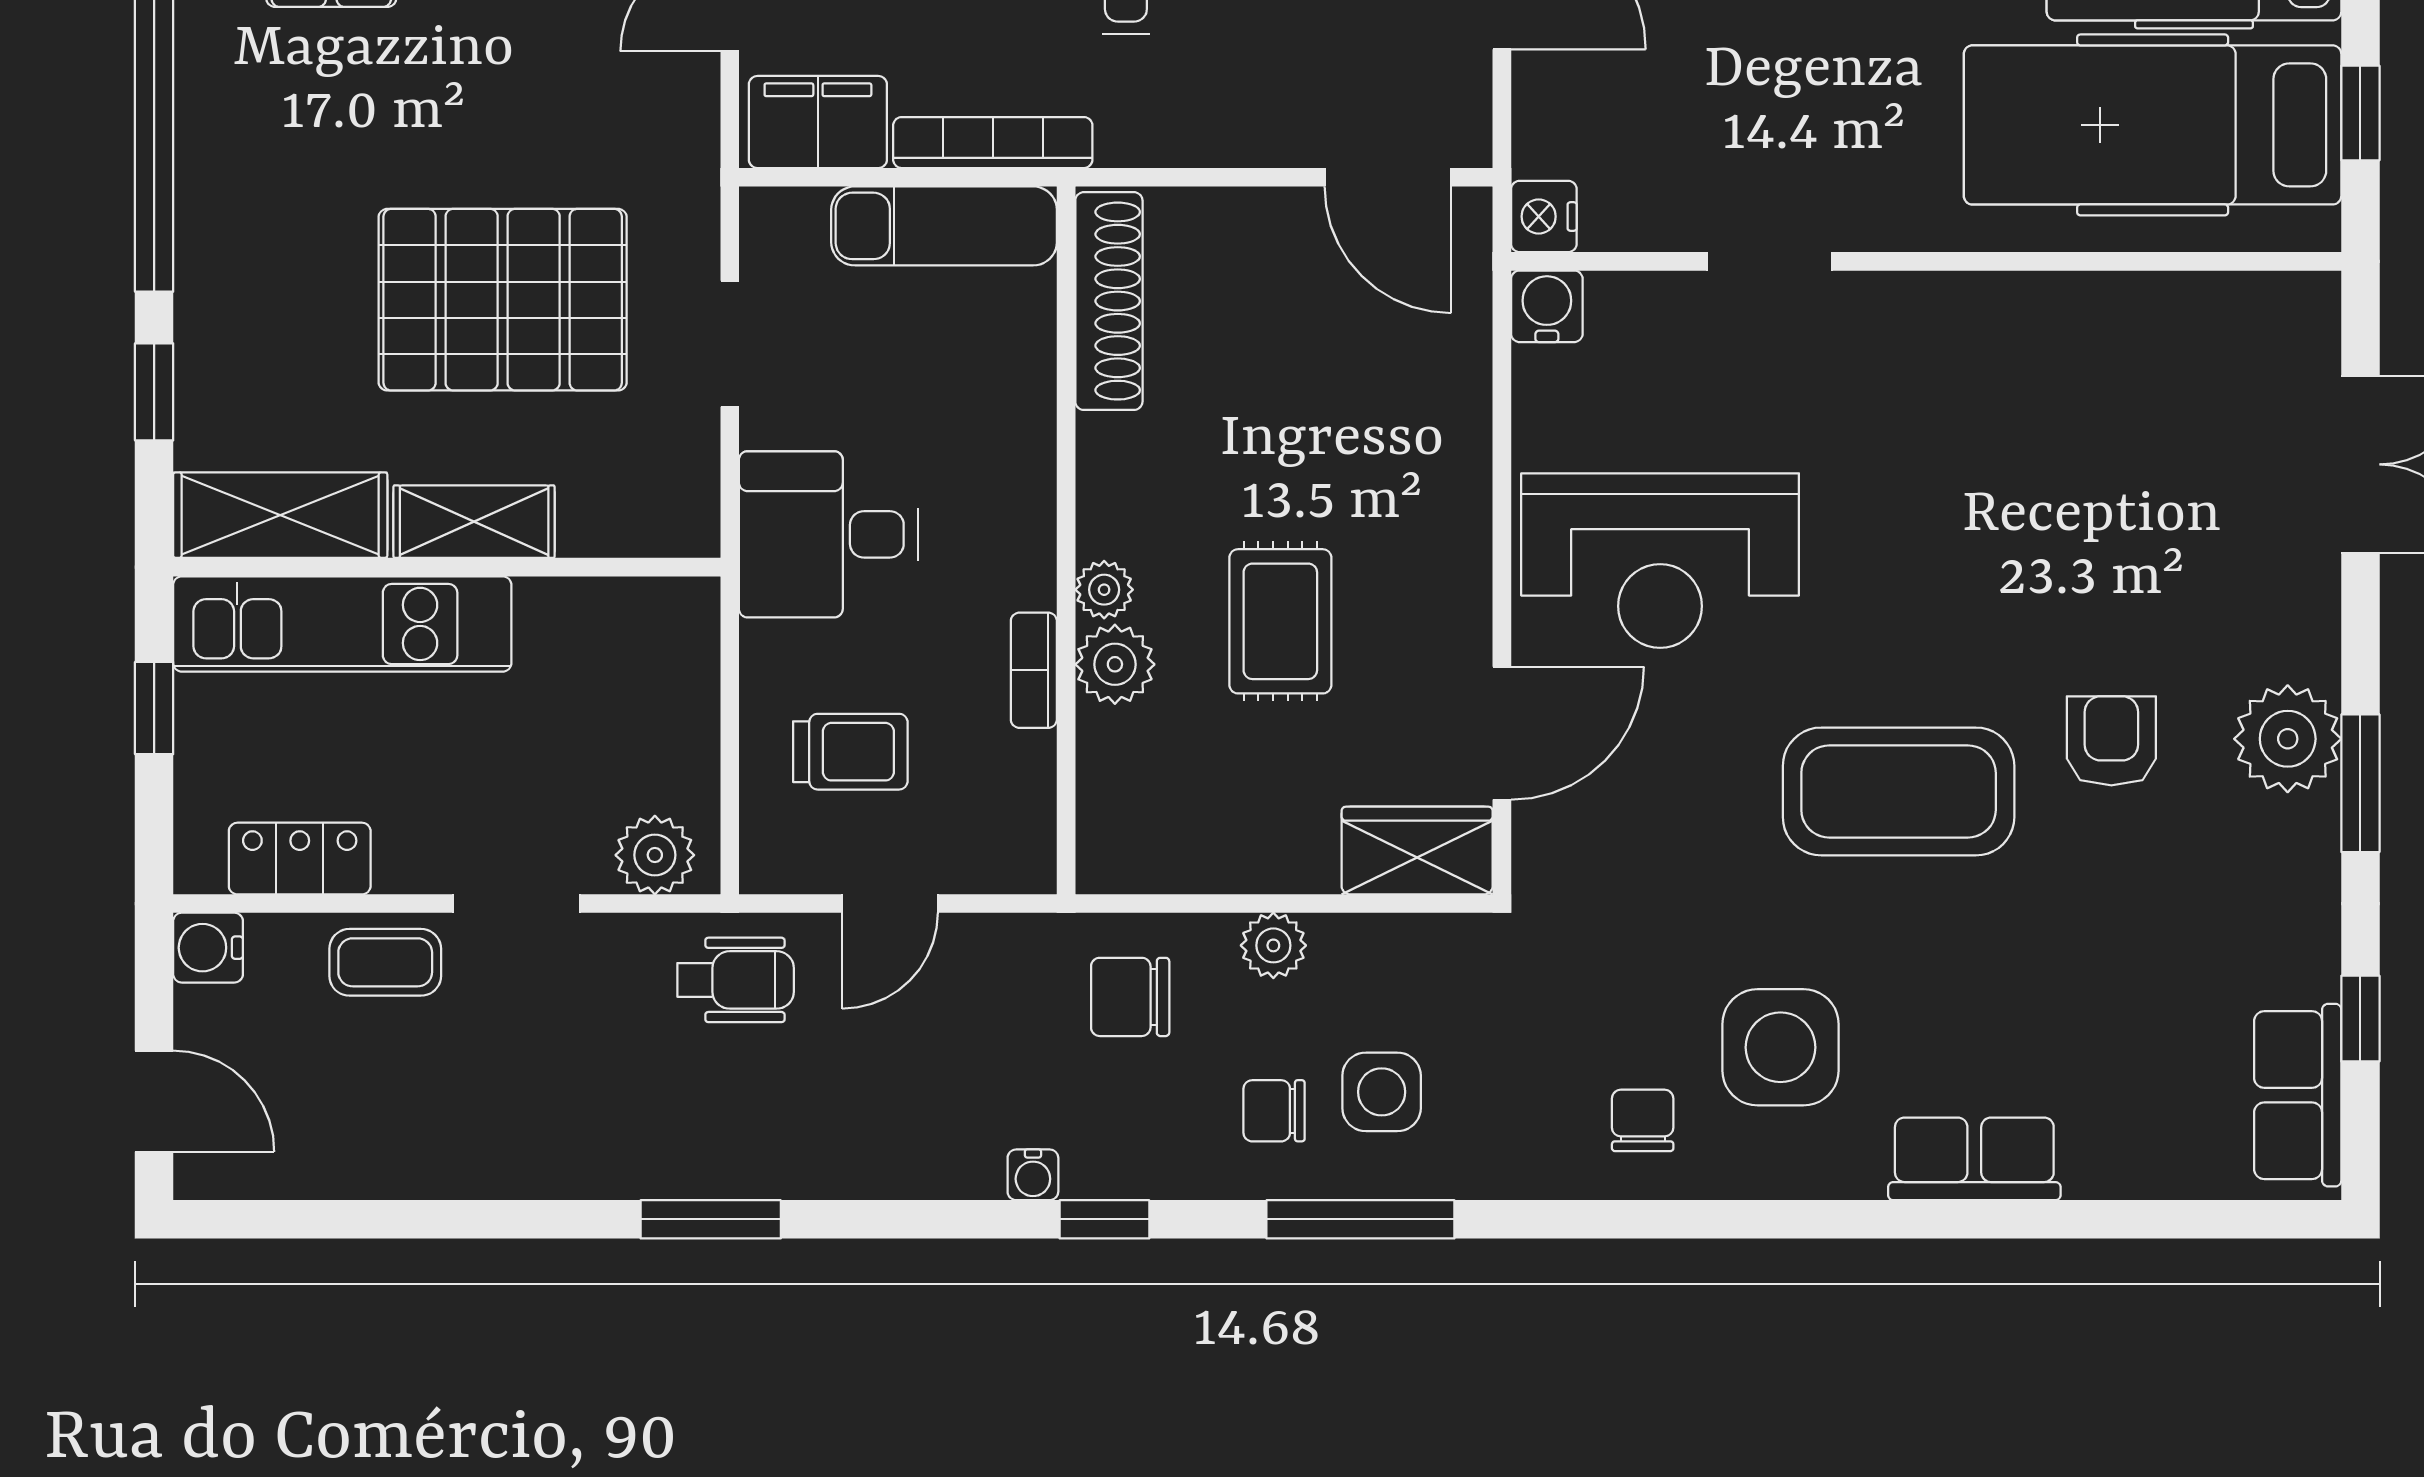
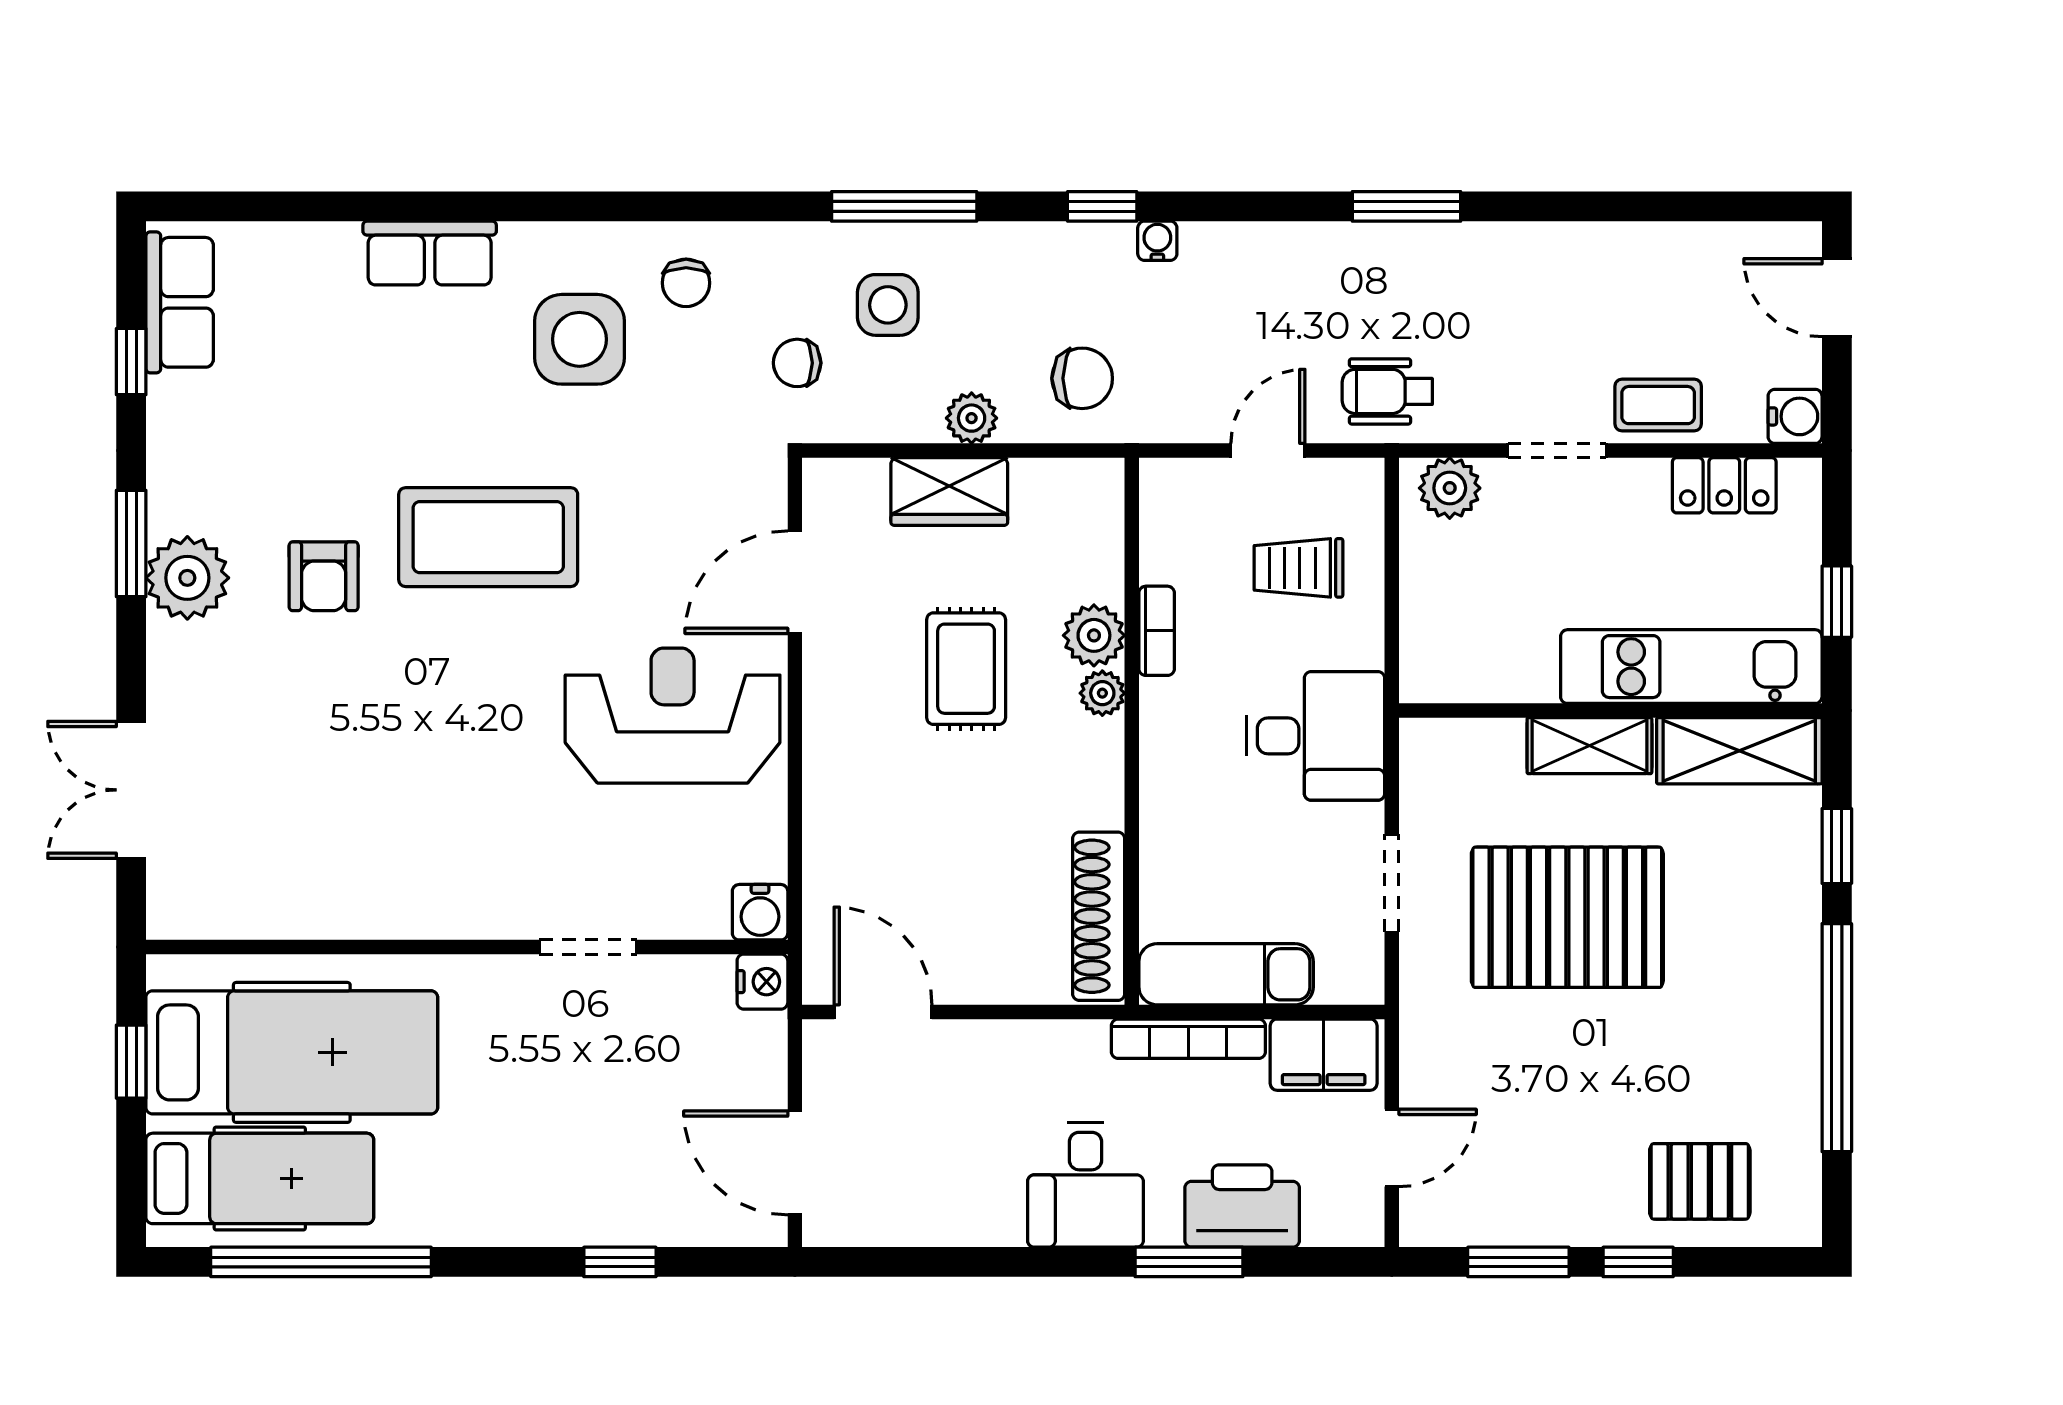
wardrobe: (1417, 851) -> (949, 491), moved
chair: (1274, 1111) -> (797, 363), moved, turned 180

